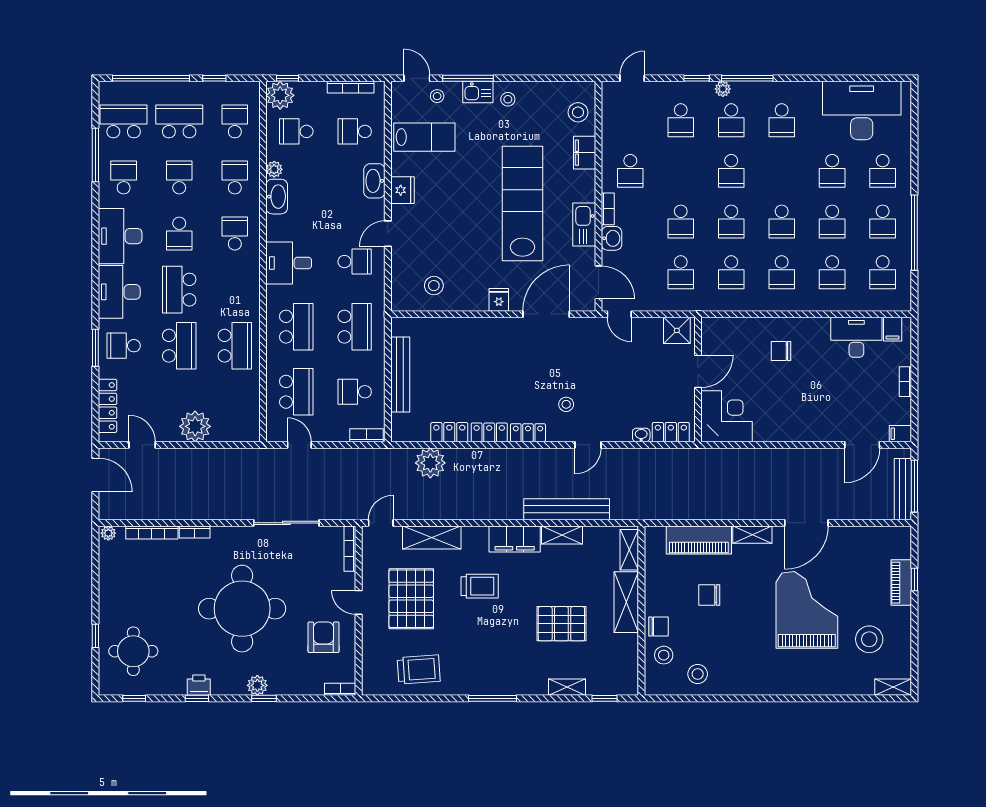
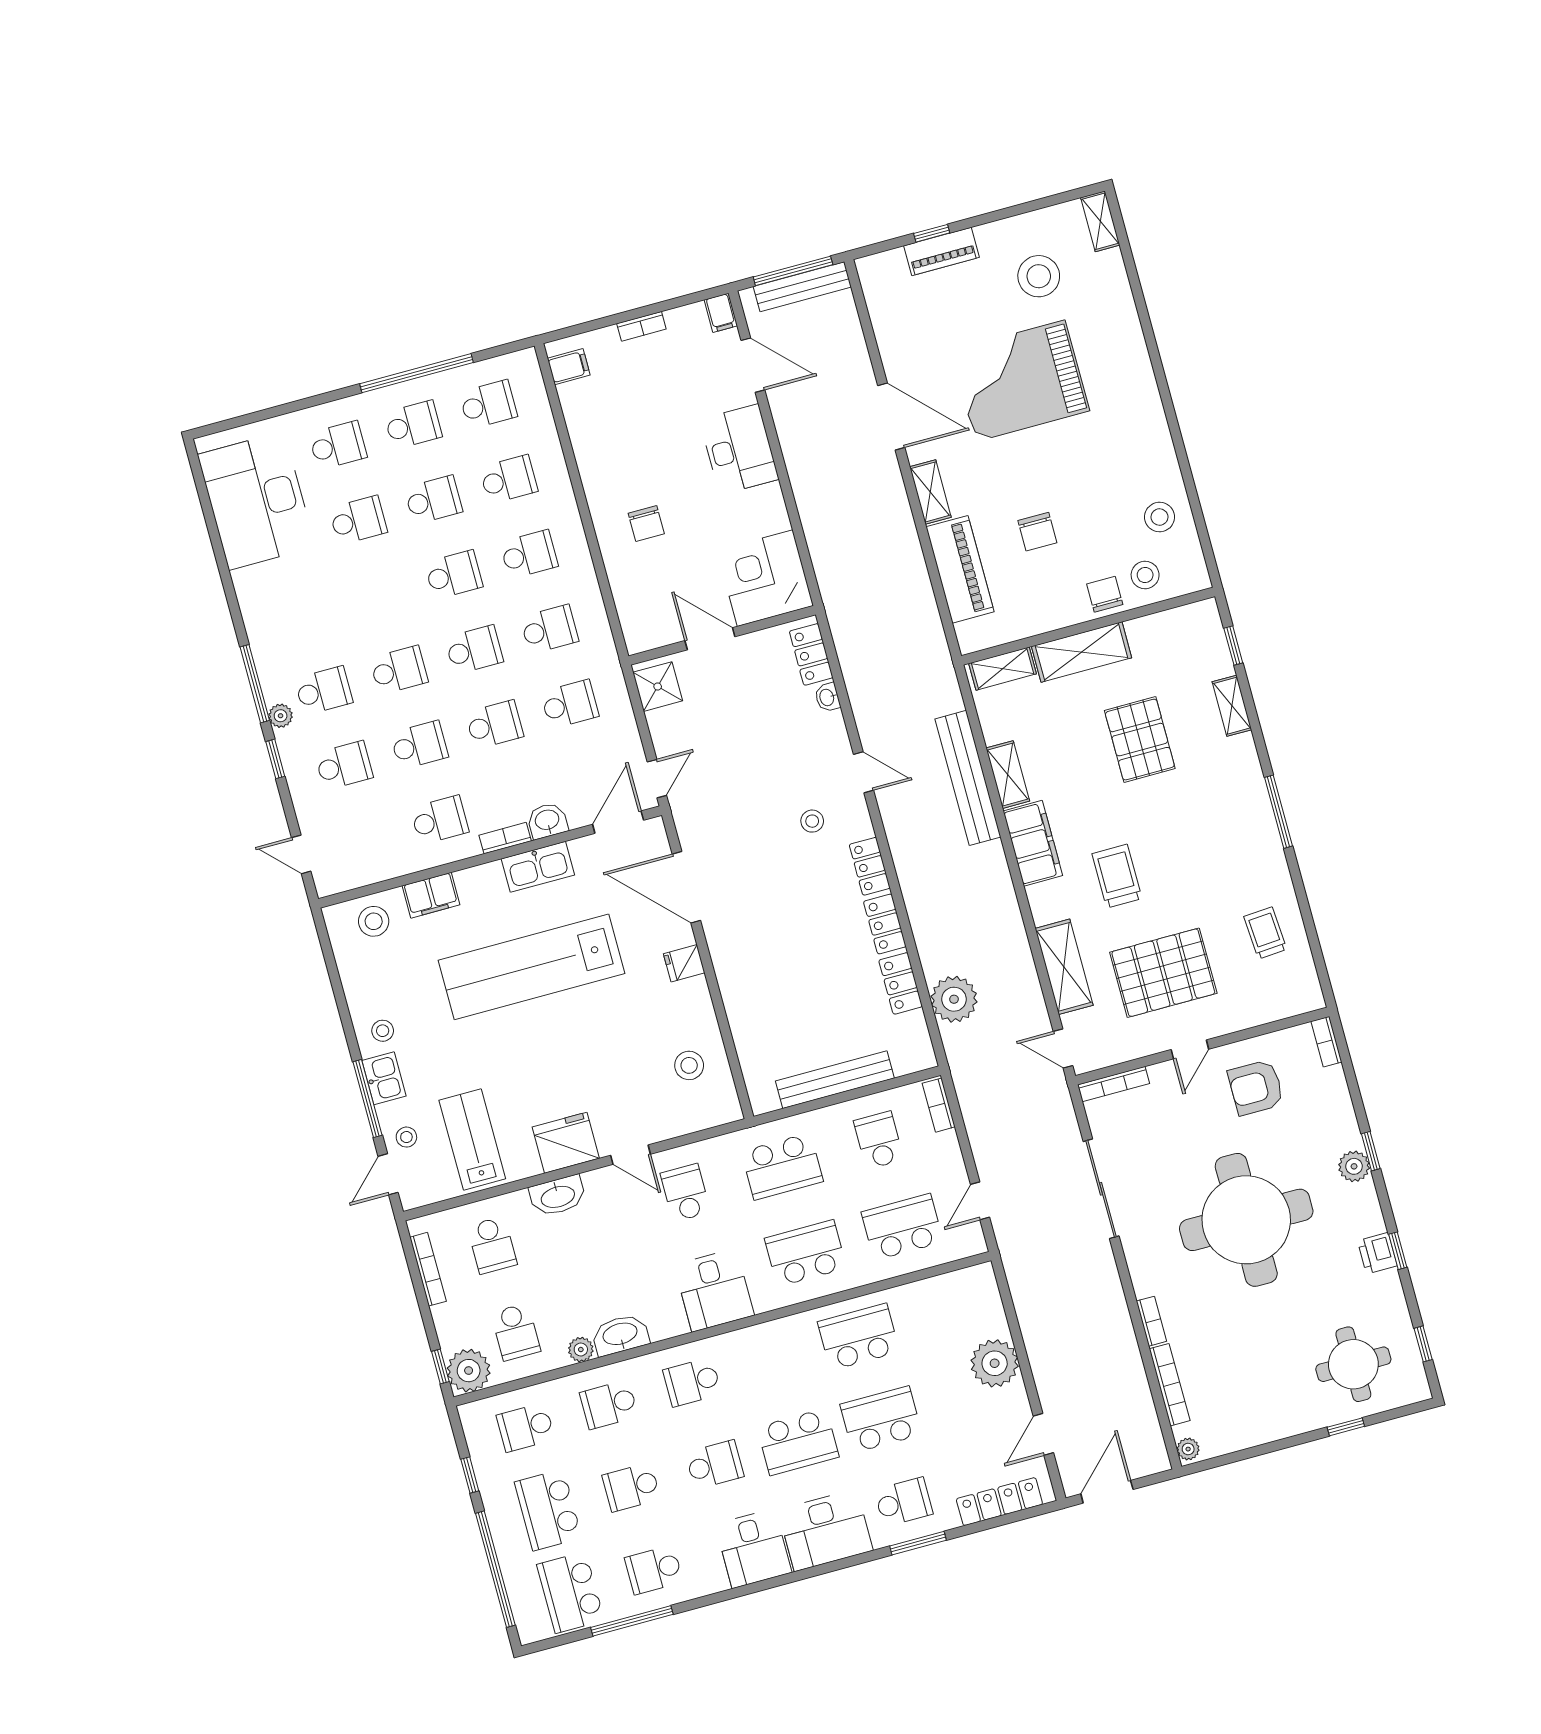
school desk: (782, 120) -> (419, 745), moved
fridge: (402, 190) -> (566, 1143), width x1.36, depth x1.34
desk: (120, 236) -> (753, 1548), width x0.73
school desk: (355, 327) -> (782, 1166), turned 180
desk: (856, 337) -> (739, 449), moved, turned 180
school desk: (124, 346) -> (904, 1502), turned -90
school desk: (355, 392) -> (879, 1140), turned 180
trolley: (419, 669) -> (1265, 933), width x0.73, depth x0.72

